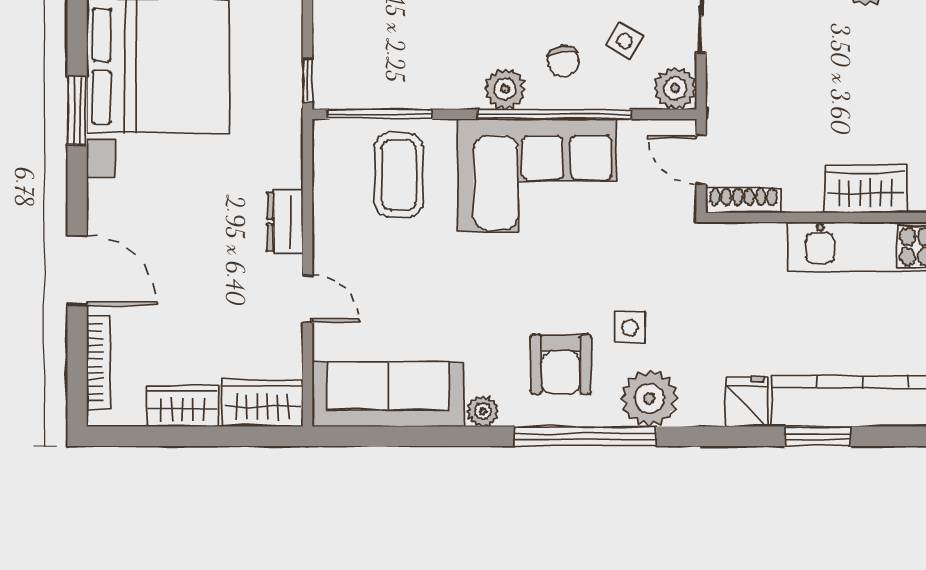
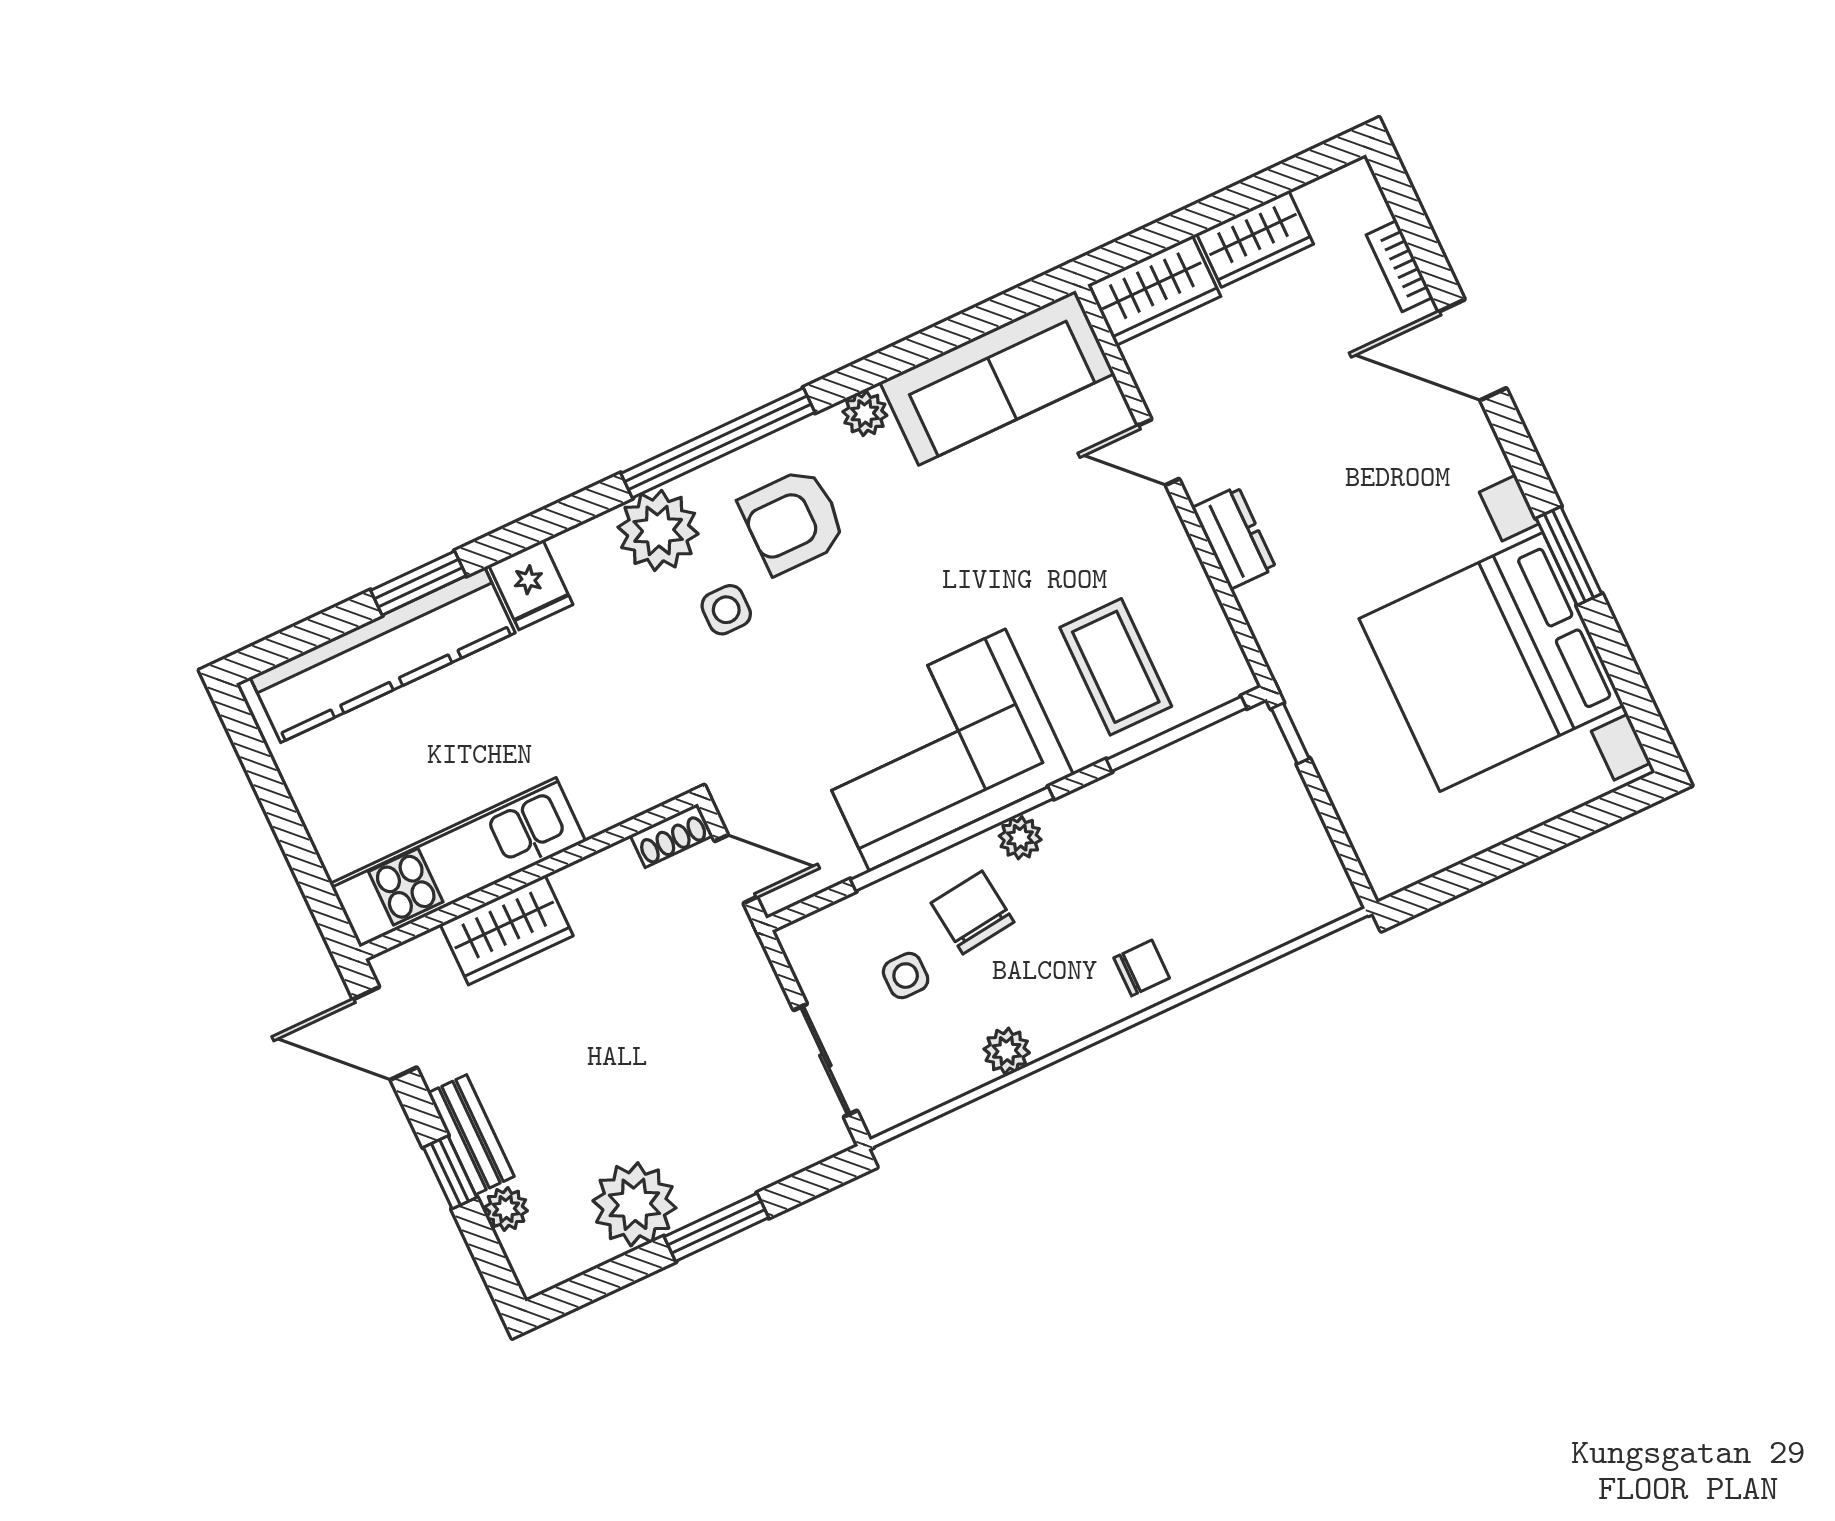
side table: (625, 41) -> (906, 976), turned -30
chair: (563, 61) -> (972, 912), width x1.37, depth x1.37
plant: (675, 88) -> (812, 945), removed
plant: (505, 89) -> (1020, 838), width x0.73, depth x0.73
shoe rack: (743, 200) -> (671, 836), width x0.70
bookcase: (99, 362) -> (1399, 266), width x0.64
armchair: (561, 364) -> (793, 521), turned -90

